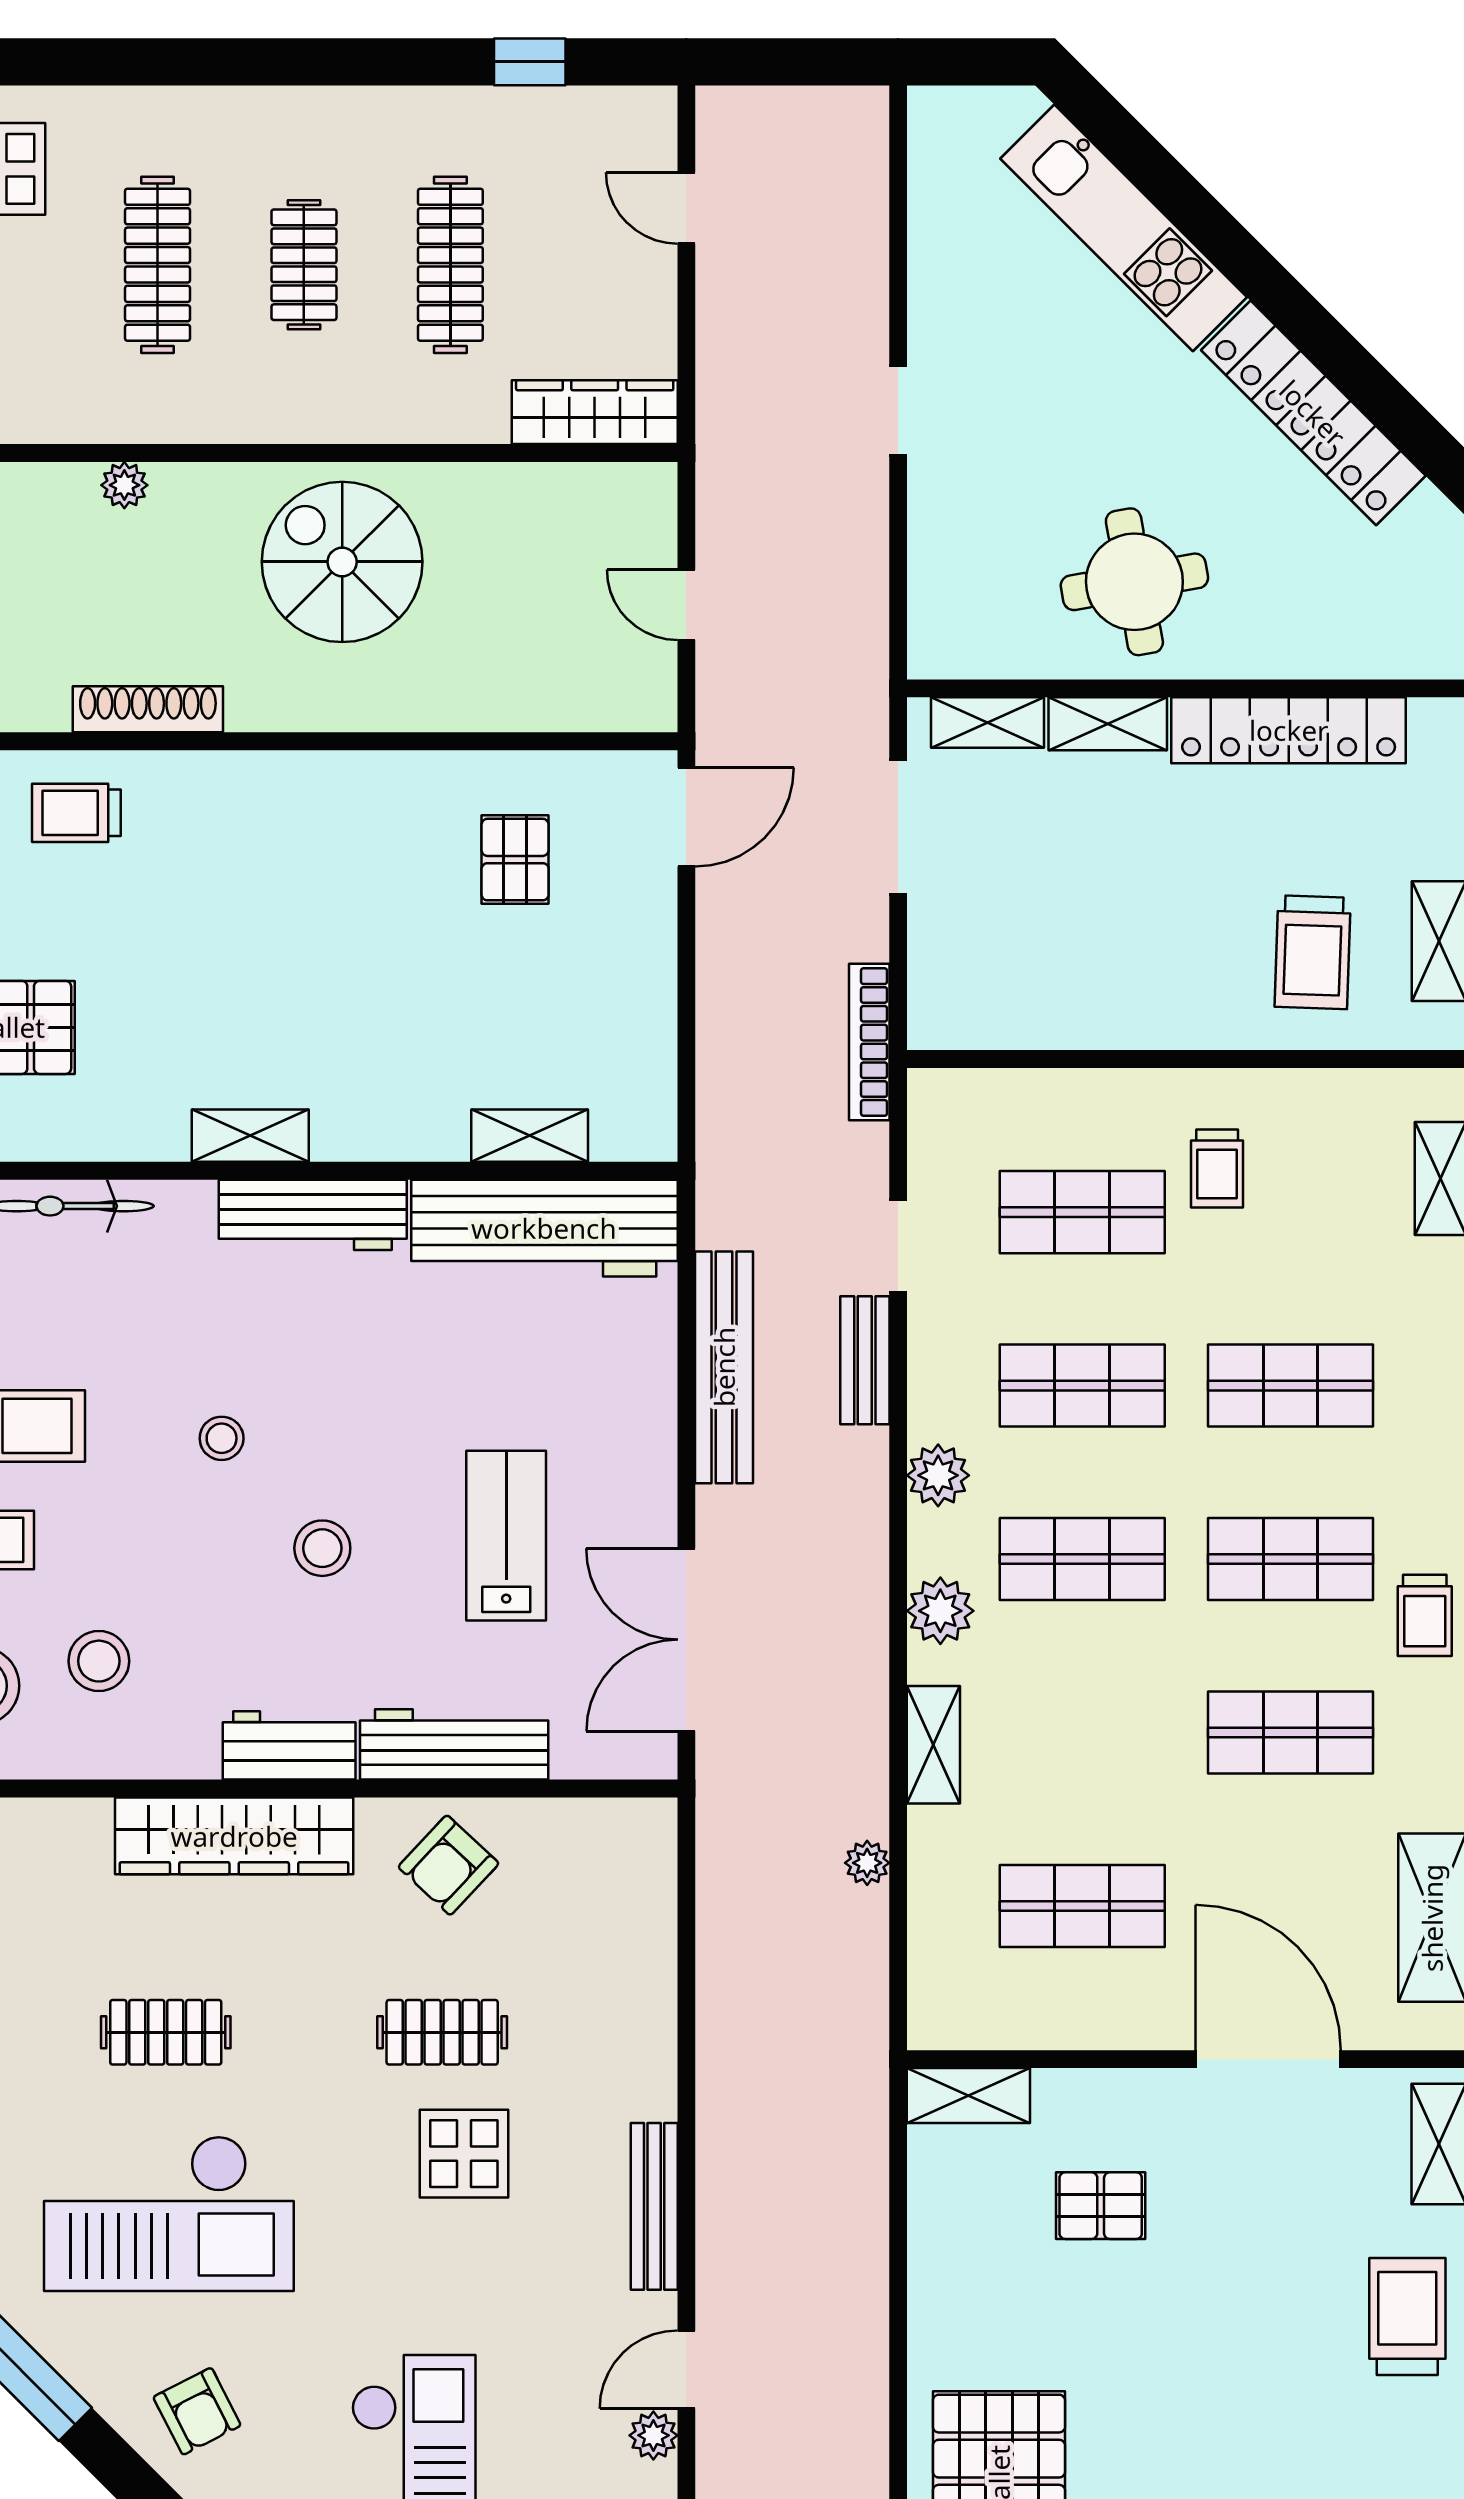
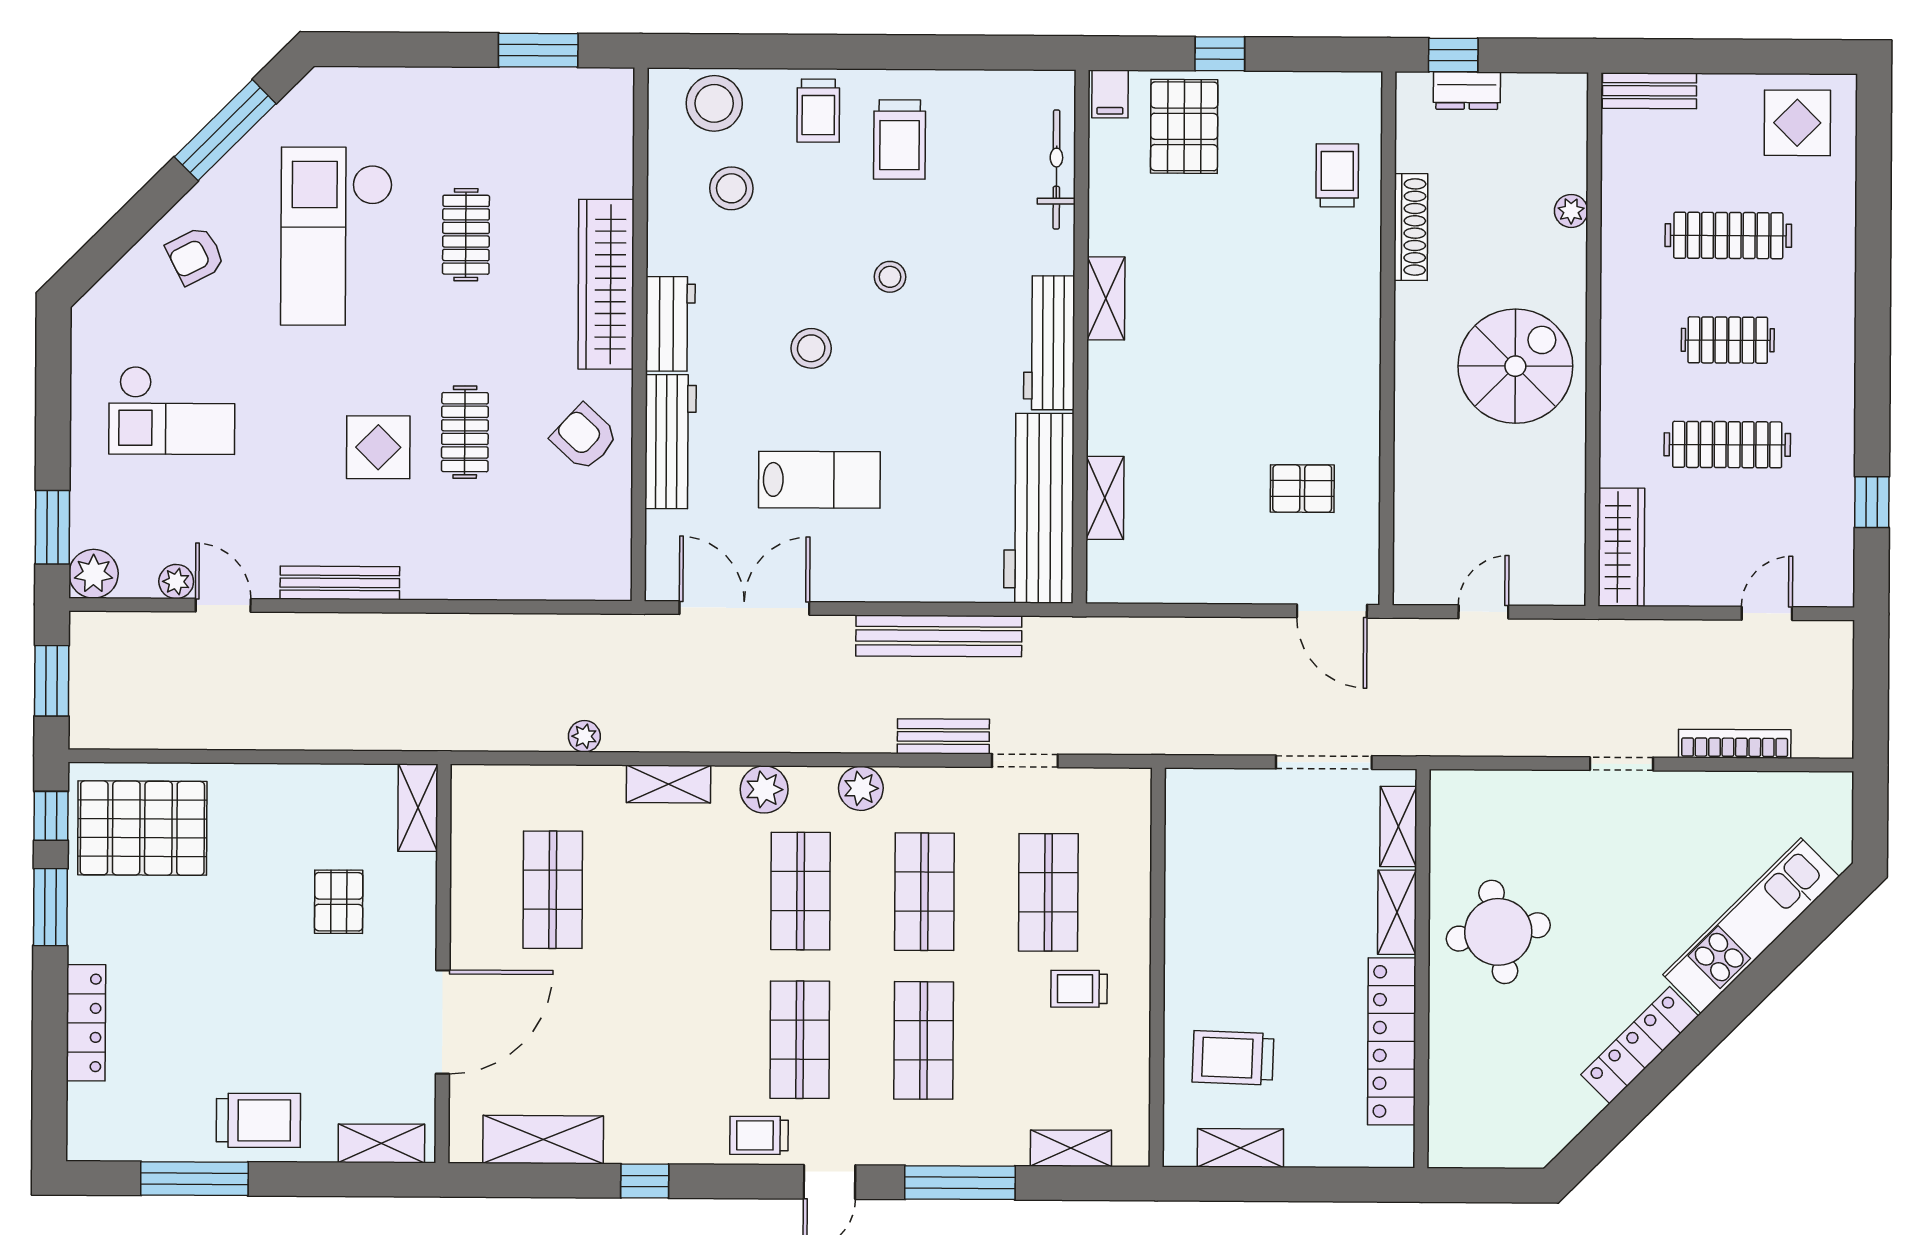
locker: (1313, 413) -> (1640, 1045), width x0.71, depth x0.83
bookcase: (869, 1042) -> (1735, 744), moved
shop shelf: (1291, 1733) -> (676, 1039), removed

